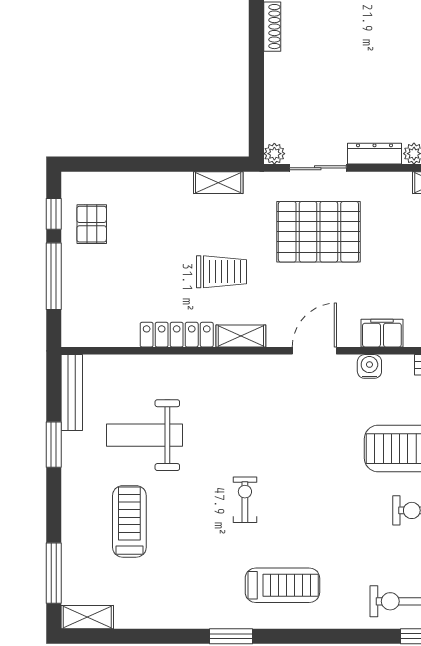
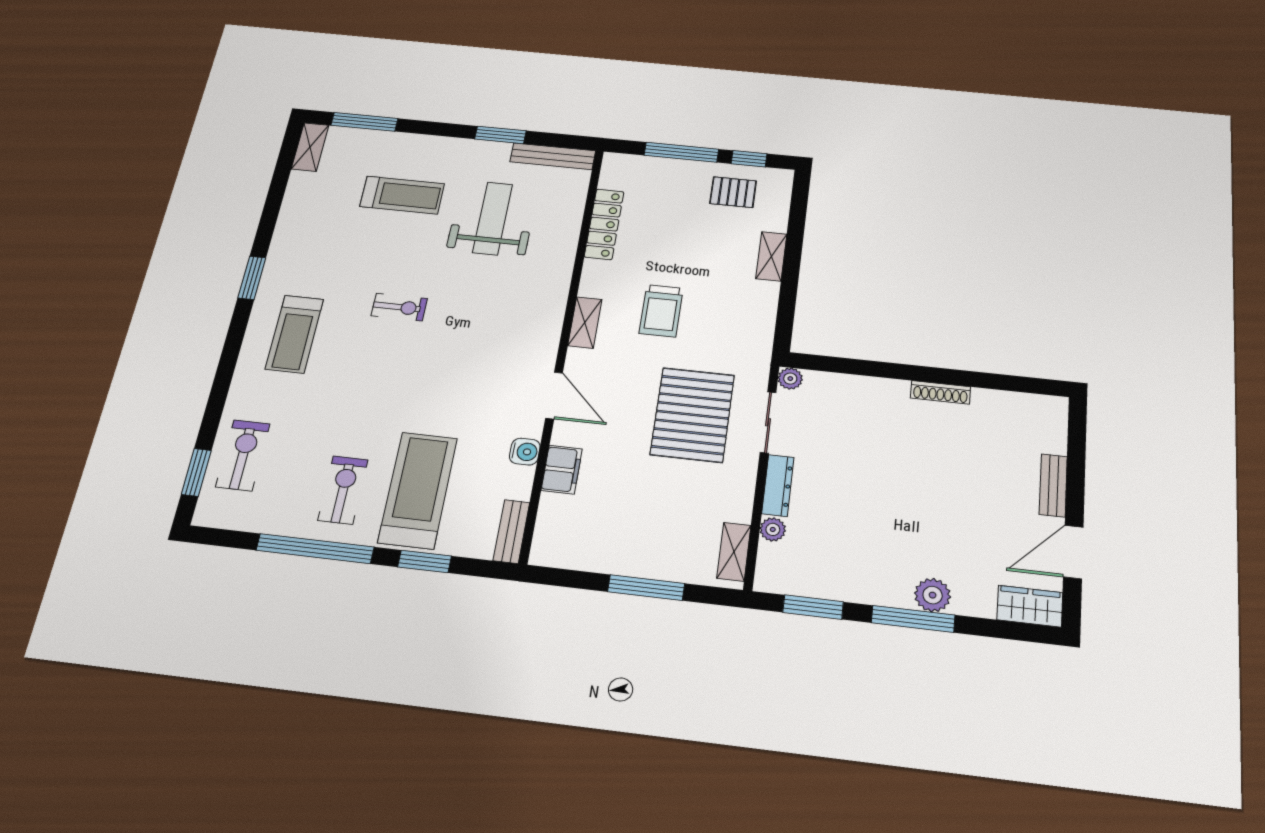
shelving: (218, 183) -> (771, 256), moved
locker: (177, 335) -> (604, 224), moved

